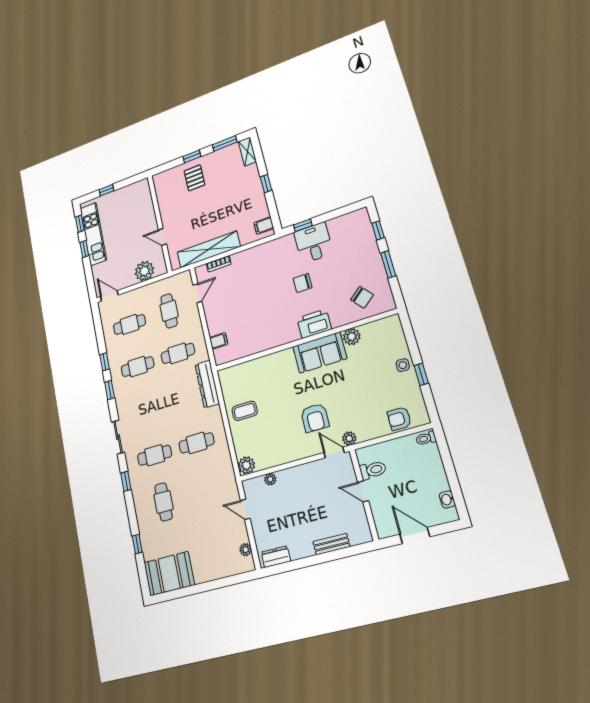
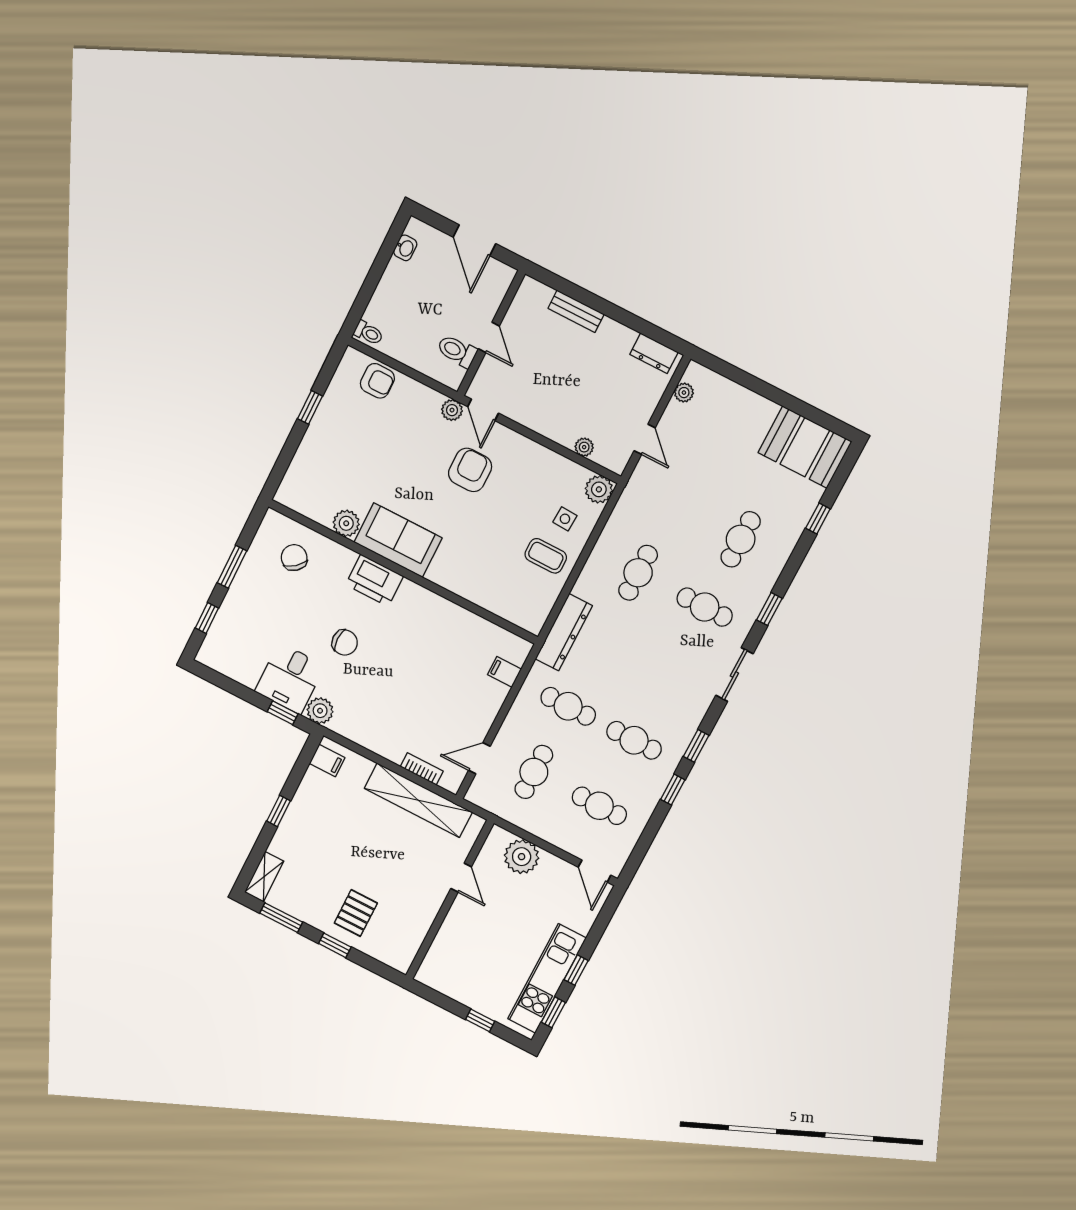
plant: (287, 243) -> (320, 711), added
side table: (403, 365) -> (565, 519), moved
cafe table: (197, 443) -> (638, 573), turned 90

